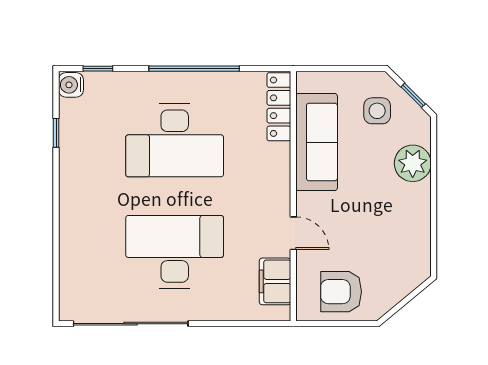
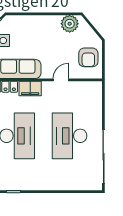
plant: (413, 163) -> (70, 24), moved
filing cabinet: (275, 281) -> (30, 89), moved

